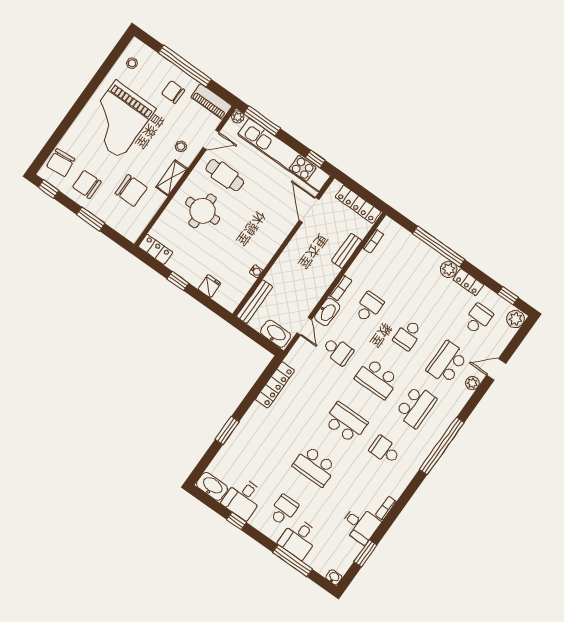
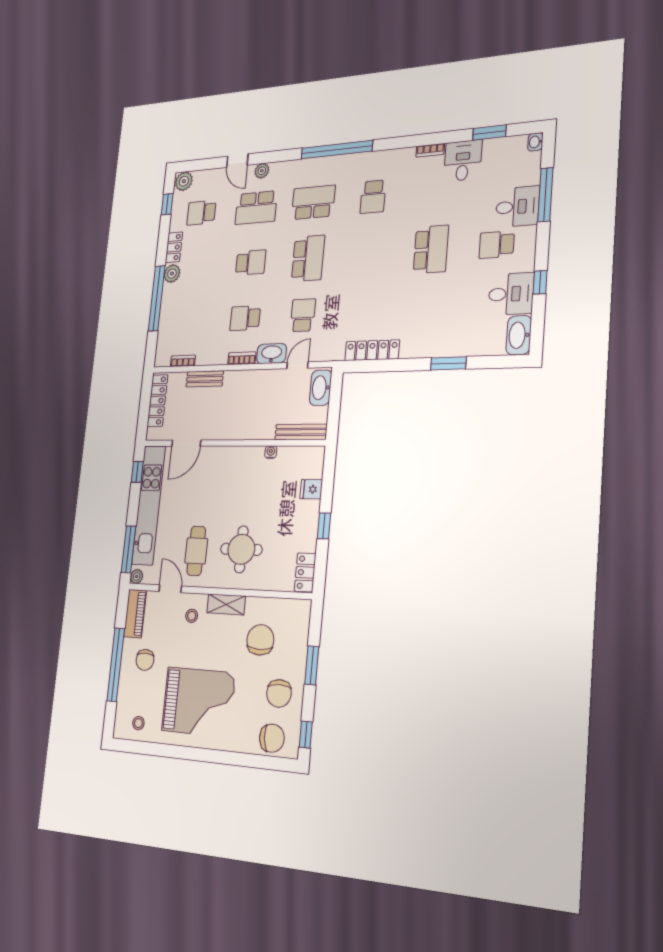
school desk: (346, 422) -> (368, 254), removed

